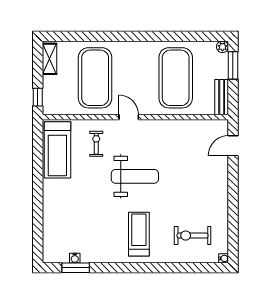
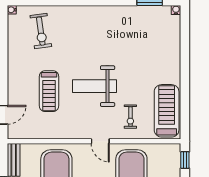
treadmill: (139, 234) -> (49, 91), moved
exercise bike: (192, 236) -> (41, 31), turned 82
water cooler: (75, 258) -> (176, 10), moved

